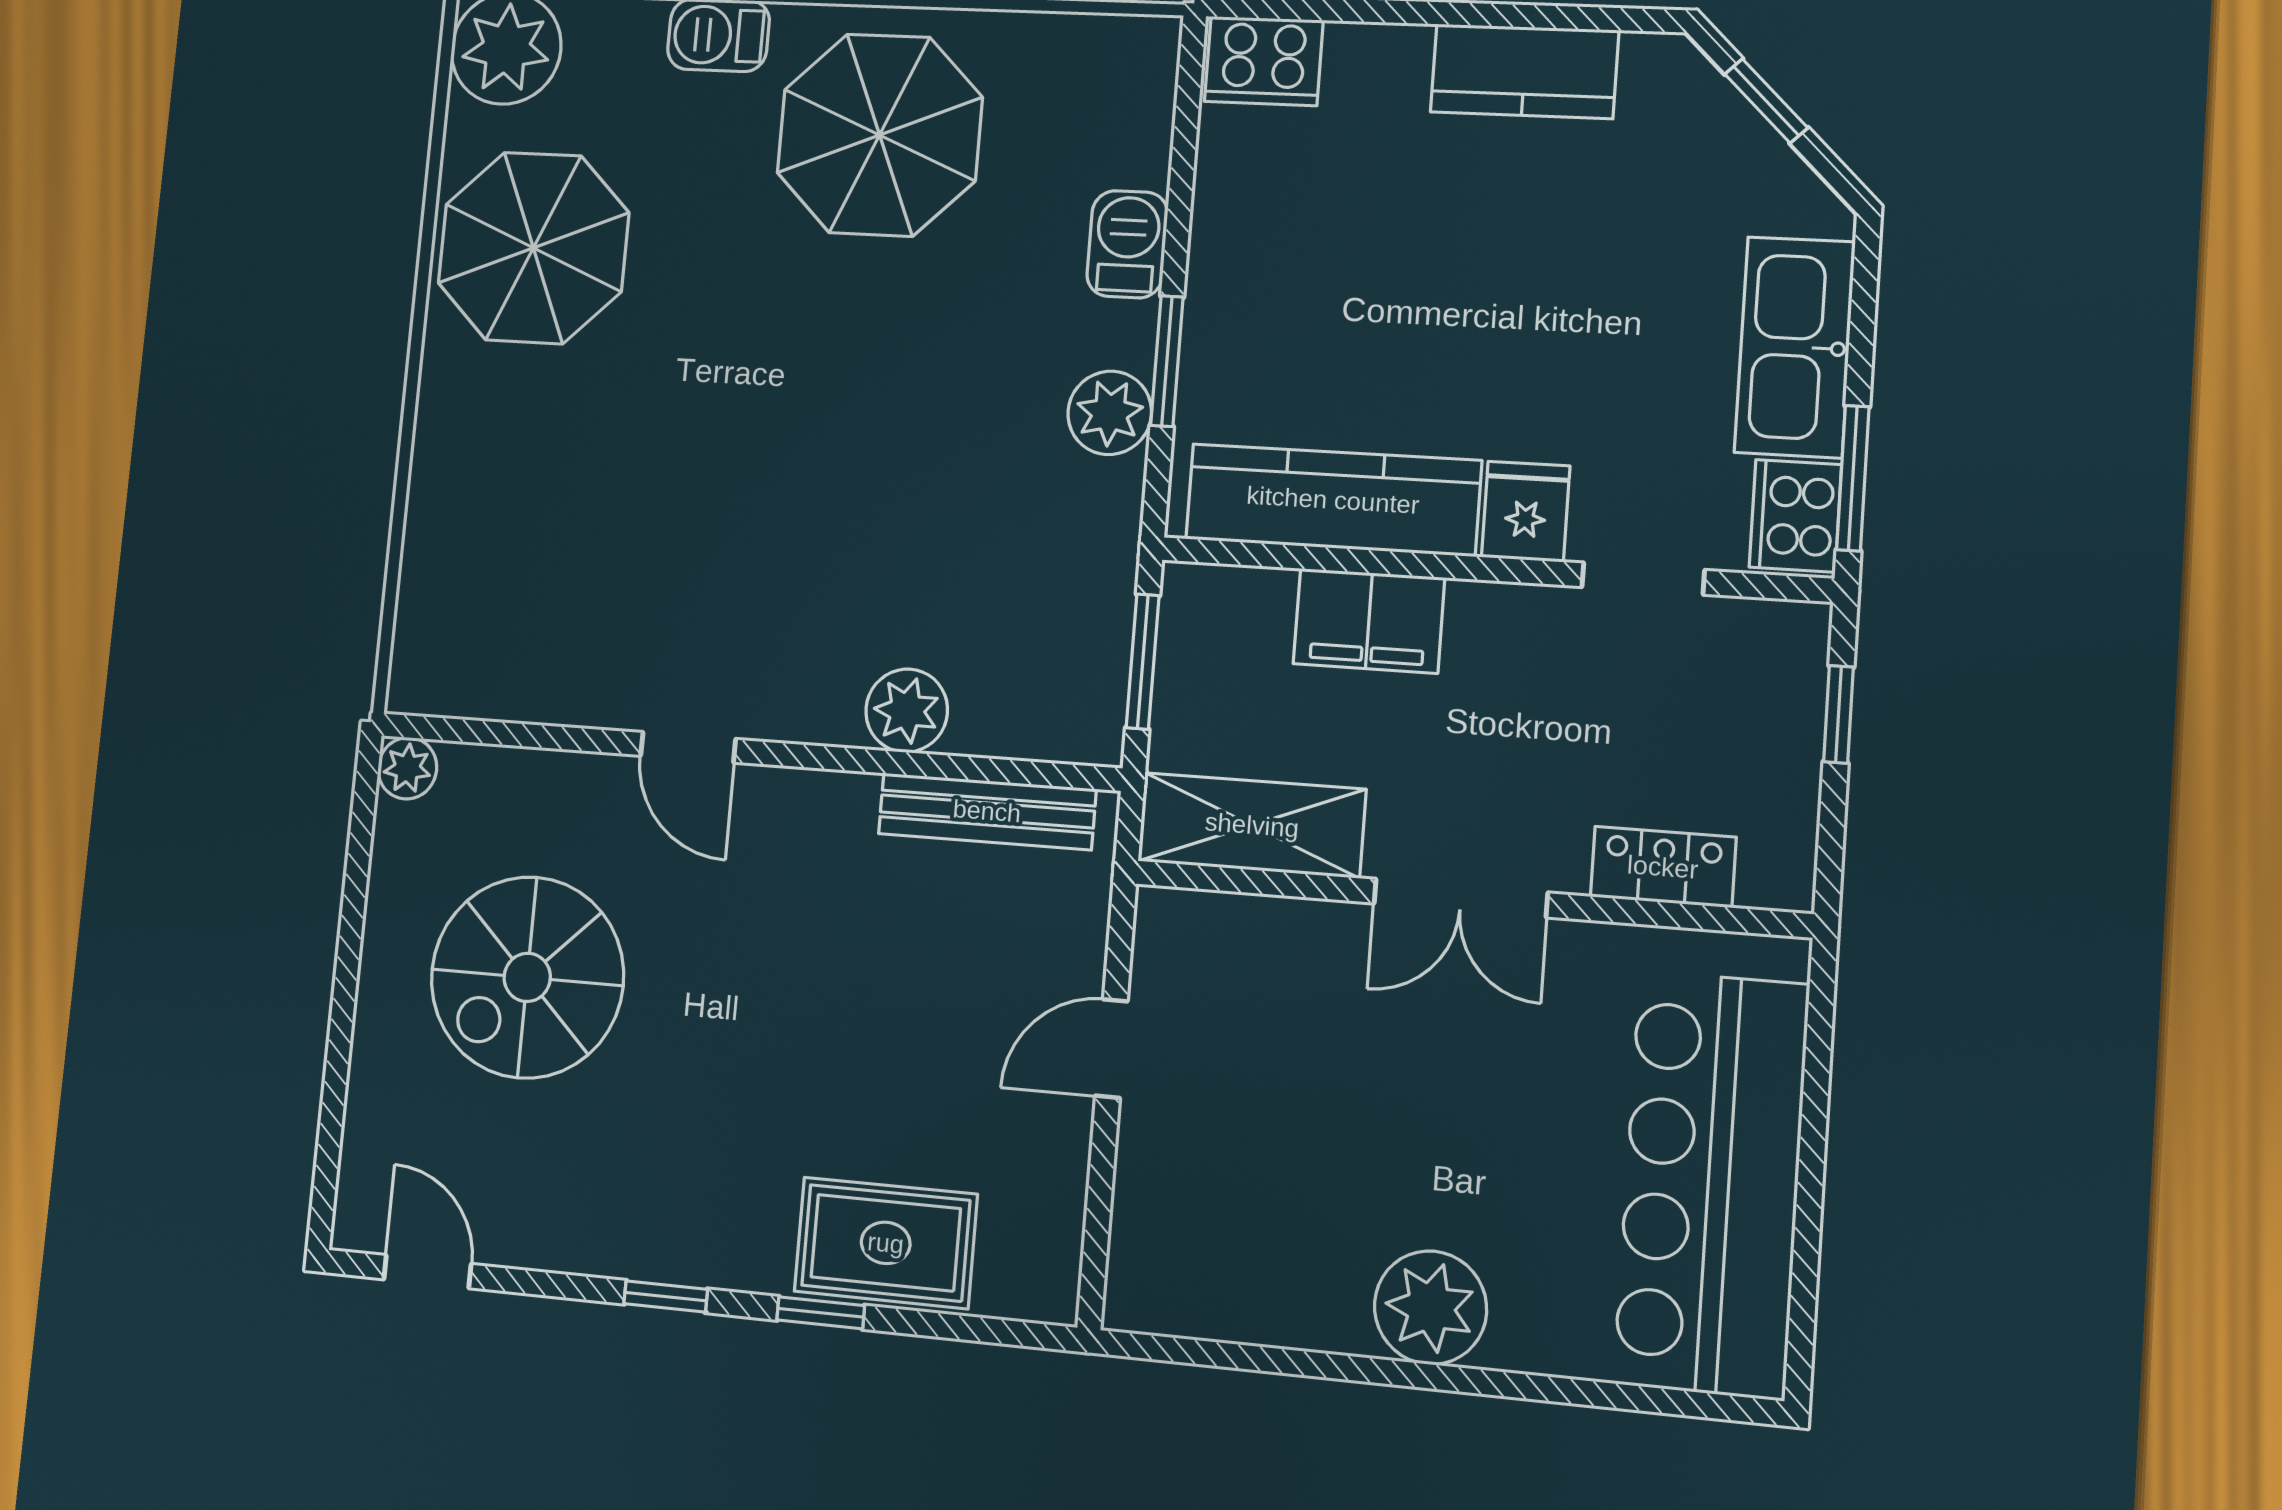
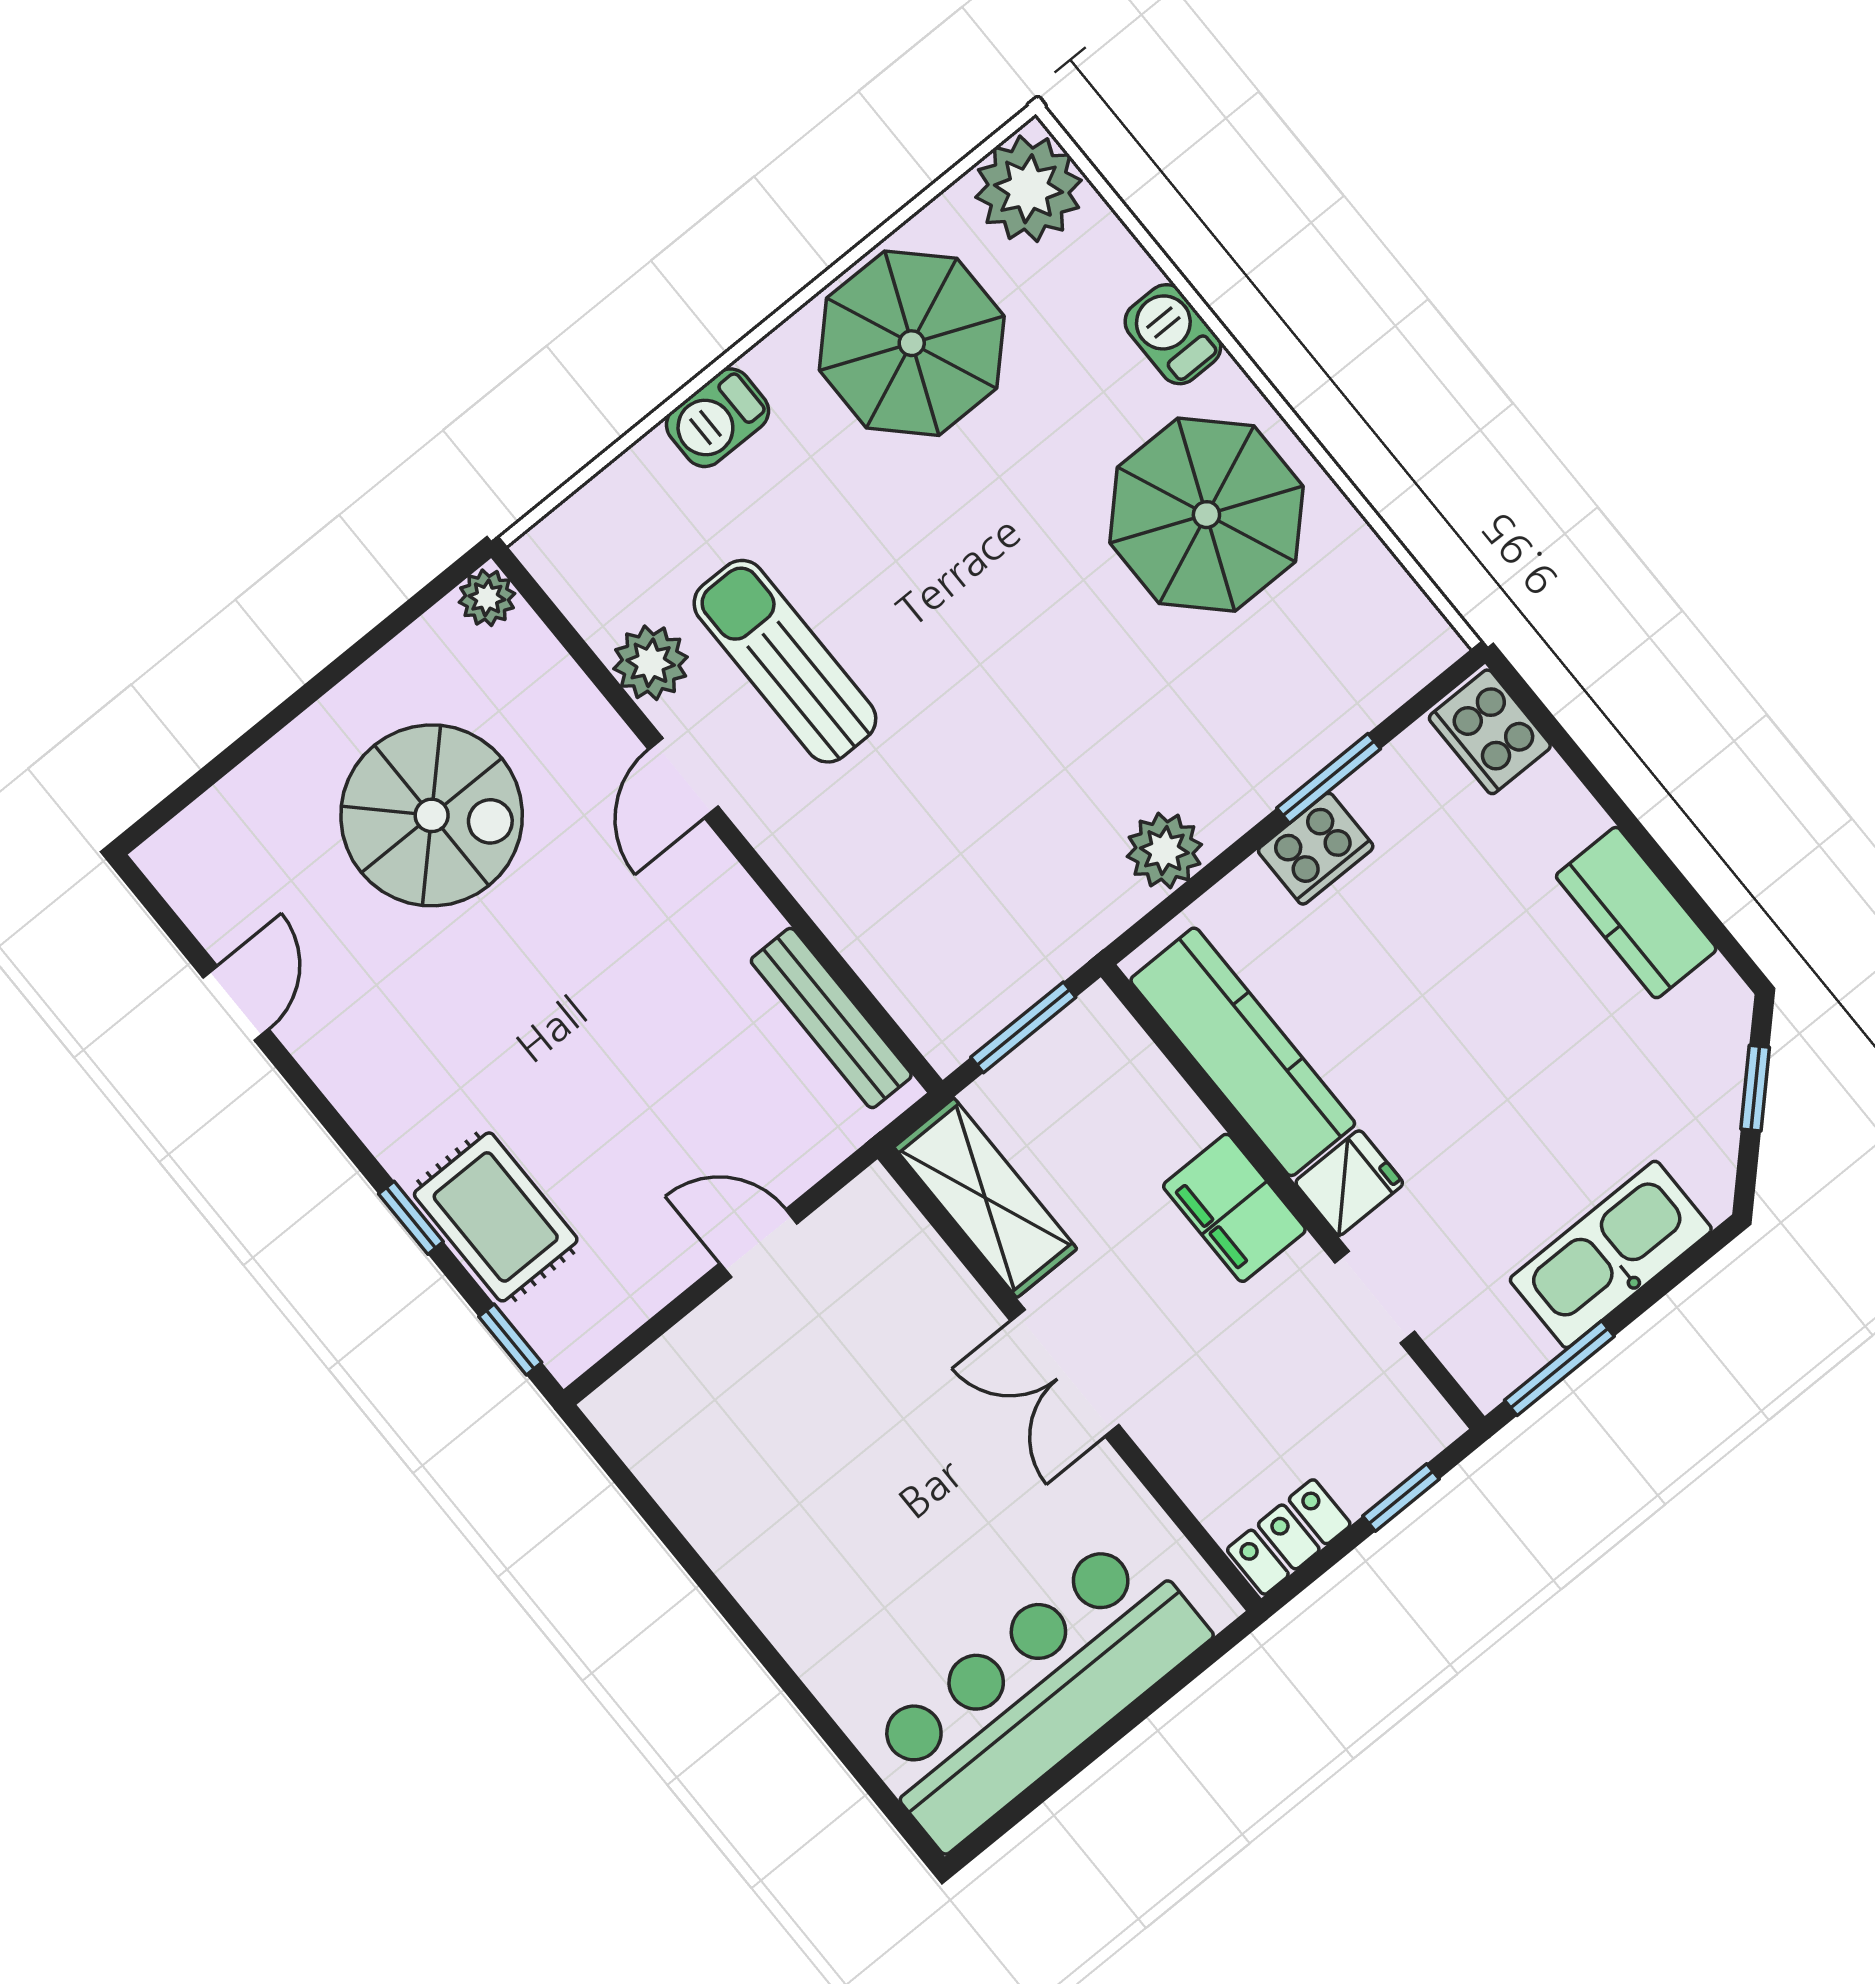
barbecue: (1127, 244) -> (717, 418), moved, turned 180
window: (1167, 361) -> (1329, 778), moved
cooker: (1795, 516) -> (1316, 849), moved, turned 180
sun lounger: (676, 579) -> (785, 661), added
filing cabinet: (1369, 621) -> (1234, 1208), moved
plant: (907, 711) -> (651, 663), moved
locker: (1663, 867) -> (1289, 1537), moved, turned -90
spiral stairs: (527, 977) -> (432, 815), turned 180
door: (427, 1272) -> (236, 1003), moved
window: (666, 1297) -> (510, 1340), moved
plant: (1430, 1308) -> (792, 1594), removed

